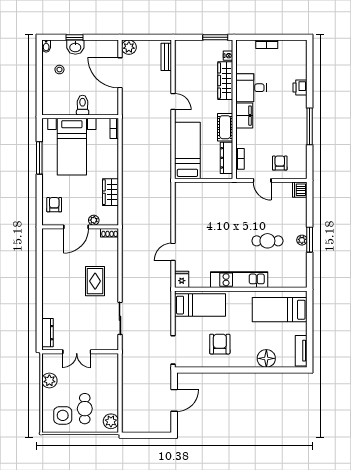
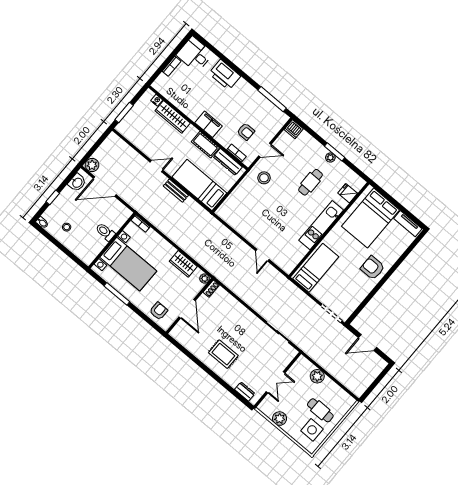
window: (215, 37) -> (124, 113), moved
washbasin: (75, 47) -> (77, 183), moved
bench: (166, 57) -> (176, 191), moved
desk: (251, 88) -> (195, 54), moved, turned 90
printer: (300, 88) -> (225, 75), width x1.87, depth x1.48
window: (310, 126) -> (272, 99), moved
armchair: (280, 163) -> (246, 132), moved, turned 180
stool: (239, 199) -> (264, 178), added
armchair: (54, 205) -> (159, 311), turned 90
plant: (94, 220) -> (205, 279), moved
fridge: (182, 279) -> (348, 193), moved
rug: (95, 281) -> (223, 354), moved
bed: (280, 310) -> (371, 218), width x1.50
dresser: (47, 333) -> (245, 392), width x0.70
armchair: (220, 344) -> (373, 268), moved
floor lamp: (266, 358) -> (393, 253), removed
door: (174, 400) -> (368, 343), swing flipped
plant: (111, 421) -> (317, 376), moved

